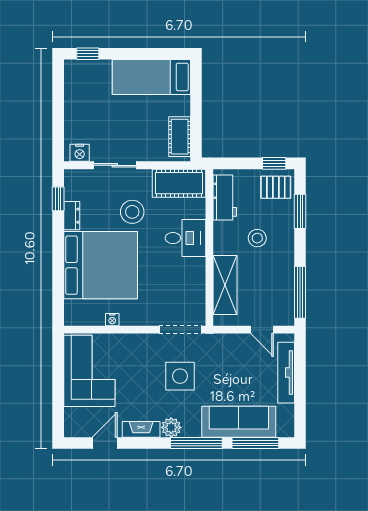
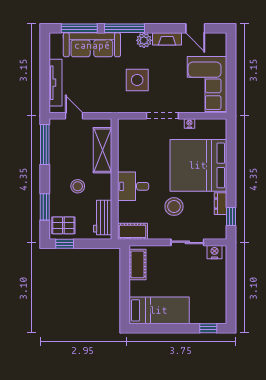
cot: (179, 183) -> (132, 231), width x0.73, depth x0.75
doorway: (181, 330) -> (162, 116), moved
door: (105, 443) -> (195, 28), hinge flipped

